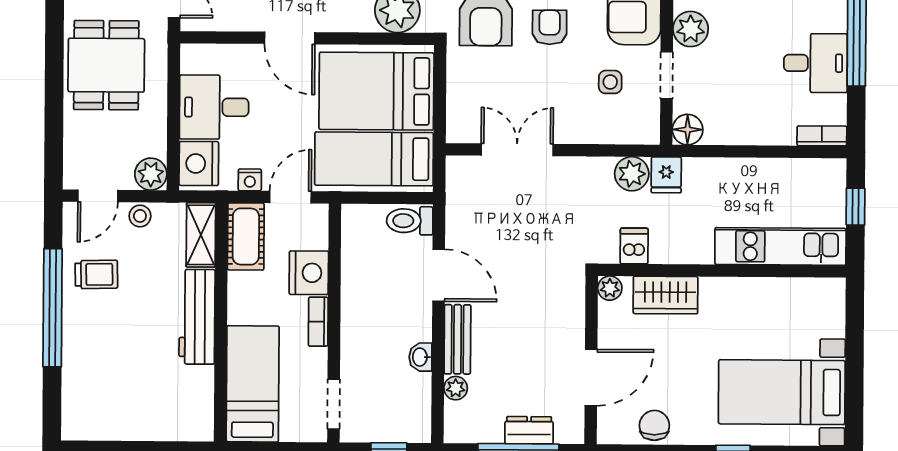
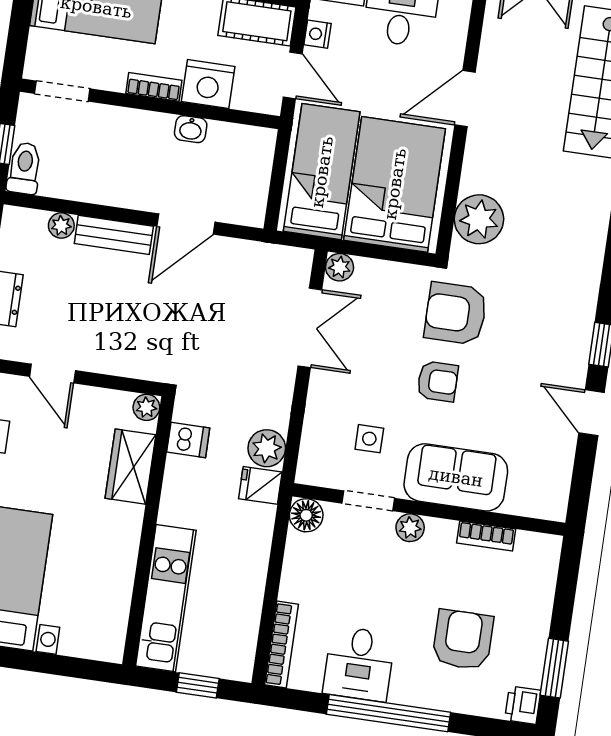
plant: (691, 29) -> (410, 528), width x0.73, depth x0.73
plant: (458, 131) -> (340, 267), added
bookcase: (822, 136) -> (281, 645), width x1.56
toilet: (410, 221) -> (24, 168), moved
washbasin: (421, 357) -> (191, 129), moved, turned 180
door: (591, 378) -> (52, 374), width x0.73

